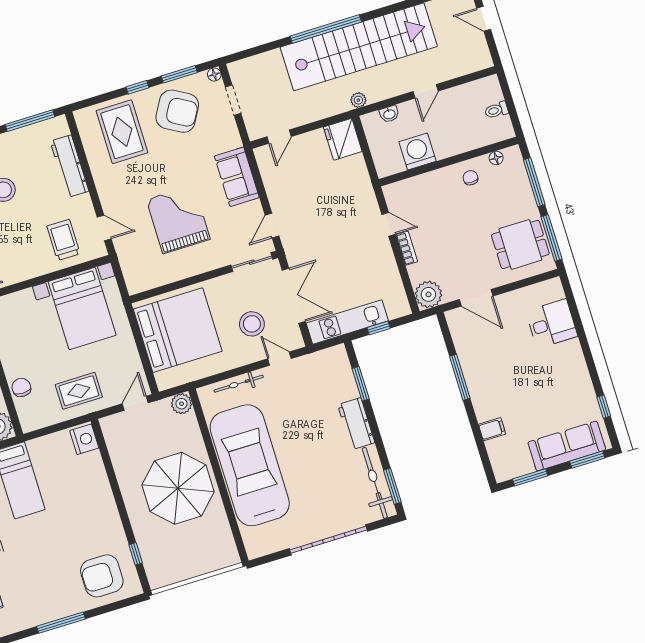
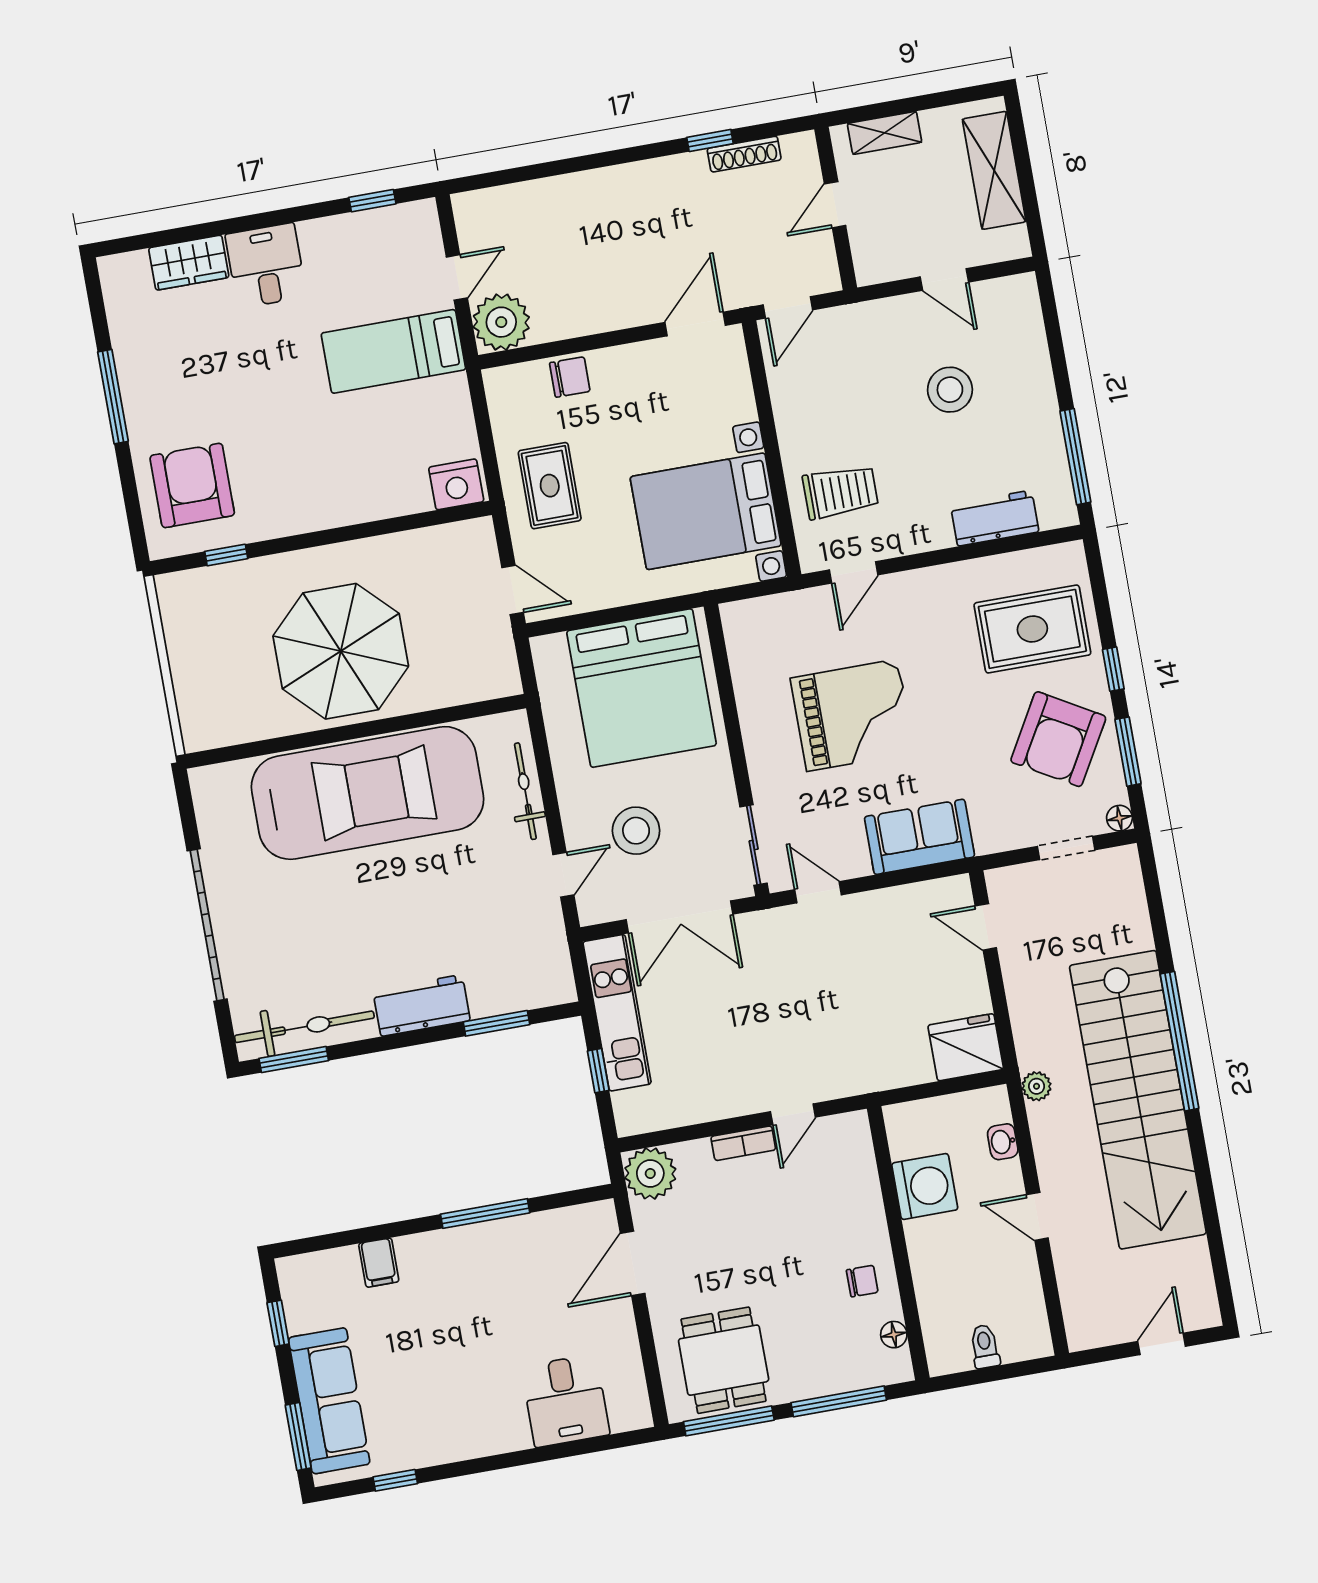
workbench: (69, 166) -> (995, 518), width x0.73
plant: (182, 404) -> (501, 678), removed
window: (530, 477) -> (278, 1323), width x0.67

